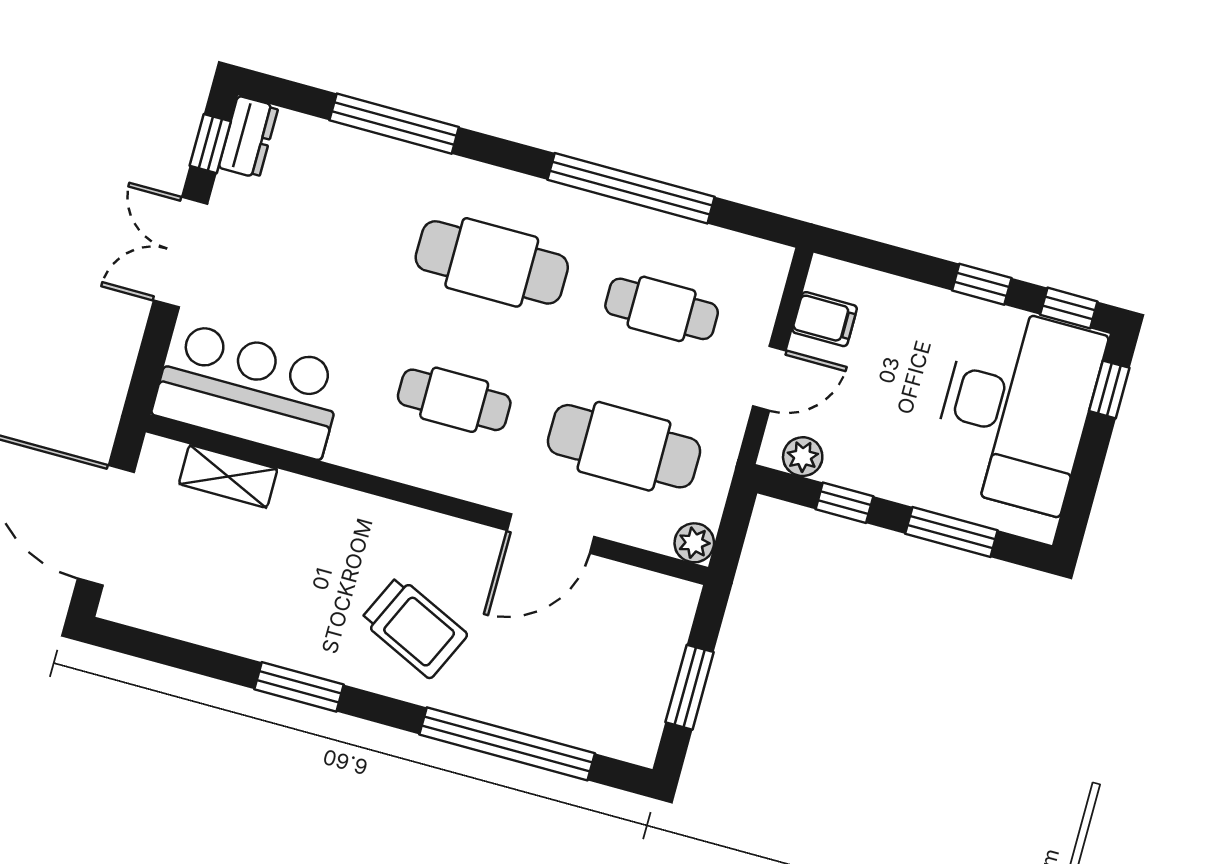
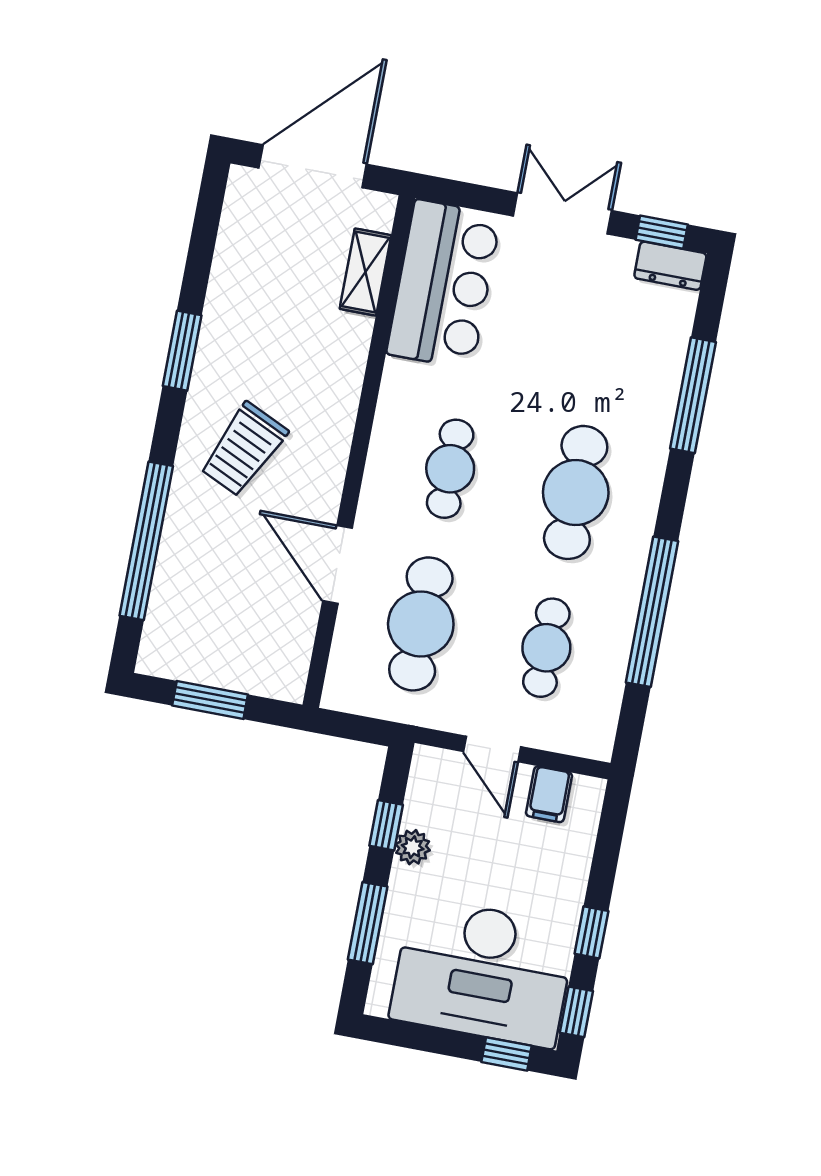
plant: (803, 457) -> (413, 847), moved
plant: (694, 543) -> (339, 694), removed

